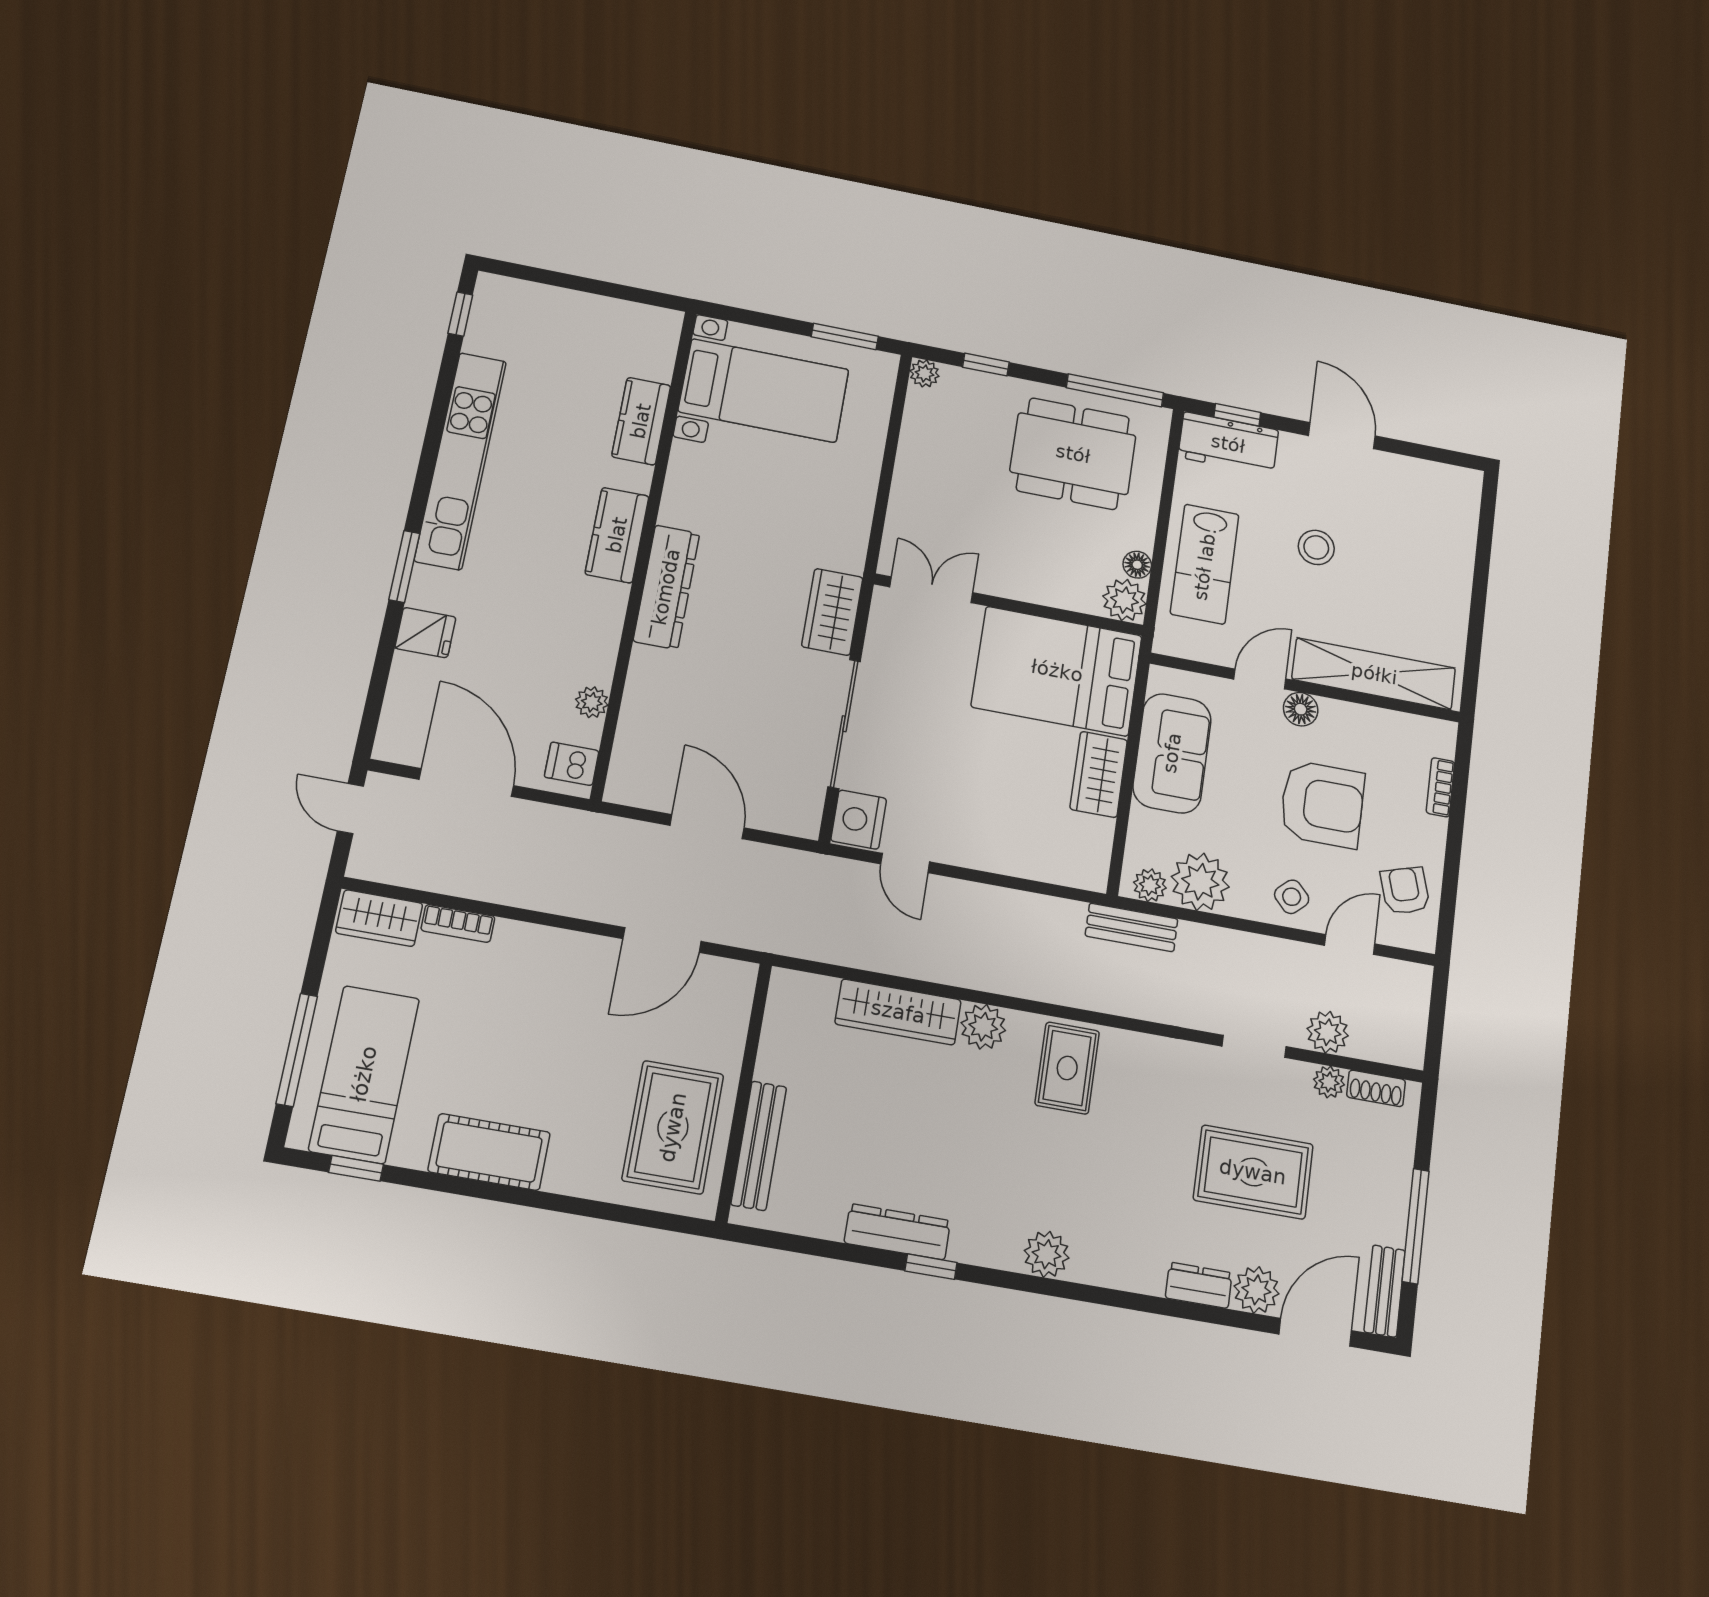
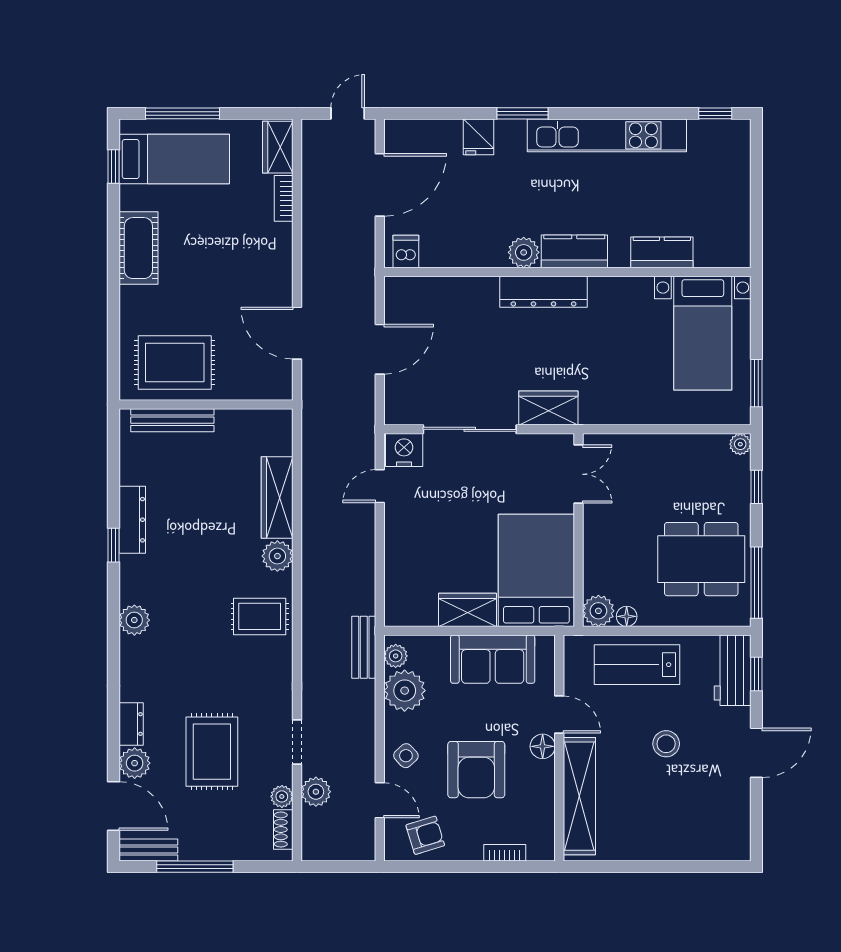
dining table: (1073, 454) -> (701, 559), turned 90
plant: (592, 702) -> (524, 252), moved, width x1.38, depth x1.38

